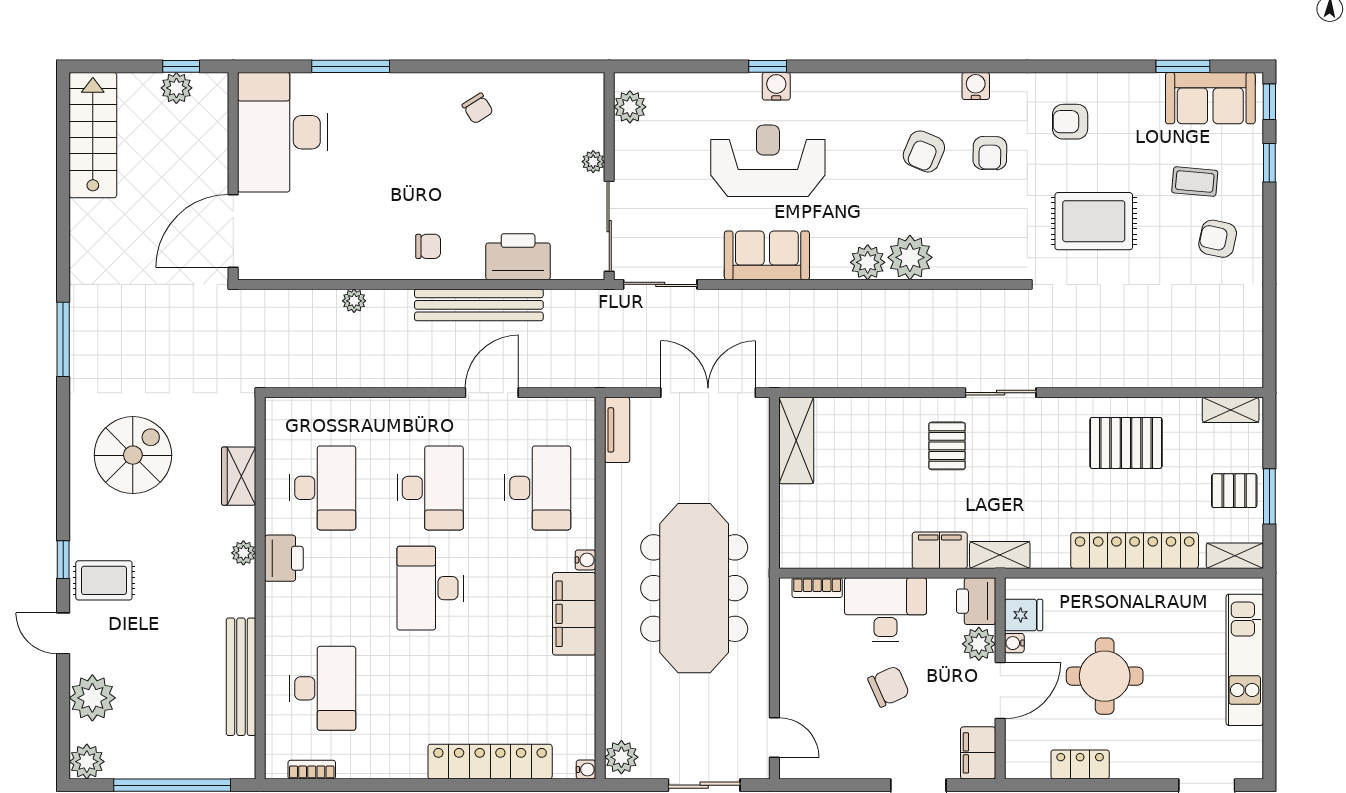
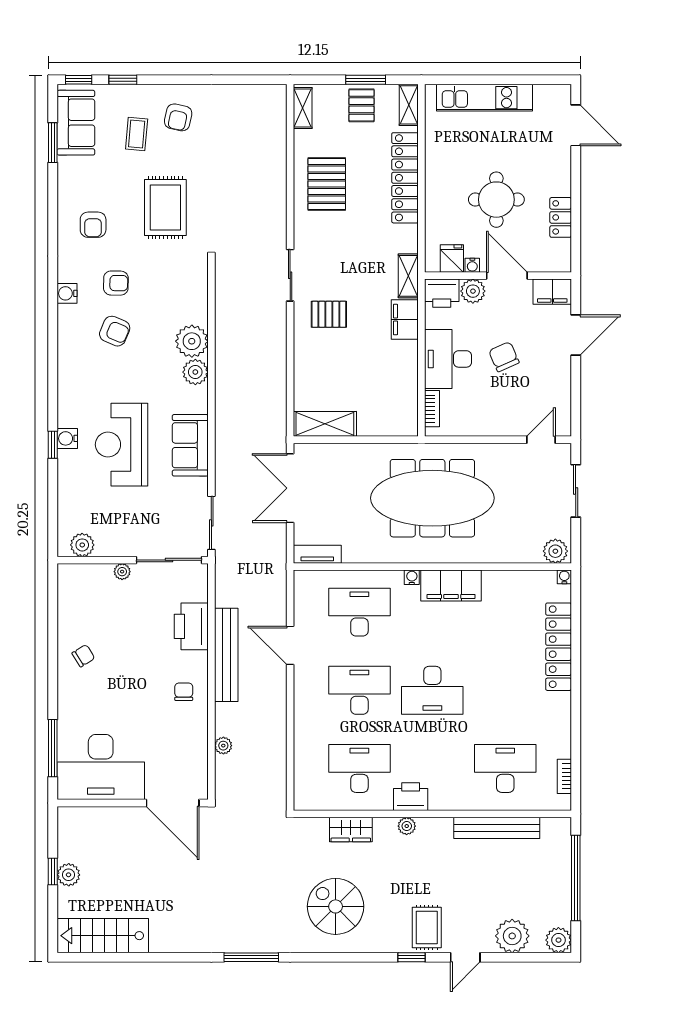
desk: (282, 132) -> (101, 767), moved
wall: (233, 176) -> (133, 803), moved
door: (233, 231) -> (173, 803), moved

